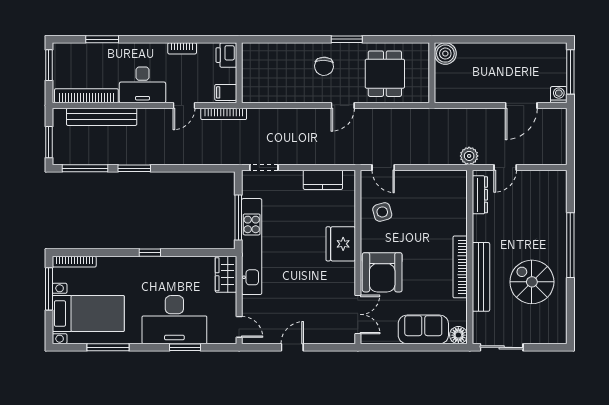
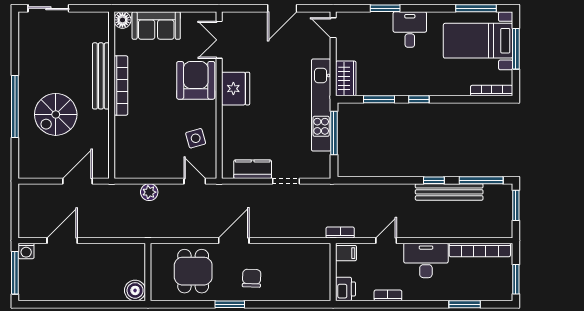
door: (343, 105) -> (234, 241), width x1.38
bookcase: (224, 114) -> (340, 232), width x0.64
bench: (102, 117) -> (449, 192), moved
plant: (469, 156) -> (149, 192), moved
doorway: (264, 167) -> (286, 181), moved
door: (505, 167) -> (78, 181), width x1.38
window: (134, 168) -> (434, 180), width x0.67
dresser: (480, 195) -> (102, 155), removed
fridge: (341, 244) -> (236, 89), moved
window: (191, 253) -> (379, 99), added
spiral stairs: (532, 282) -> (56, 114), moved, turned 90
window: (49, 289) -> (516, 49), moved
desk: (174, 320) -> (410, 29), width x0.53, depth x0.77
window: (108, 347) -> (476, 8), moved
door: (292, 347) -> (282, 8), width x1.38
sliding door: (502, 347) -> (48, 8), moved

